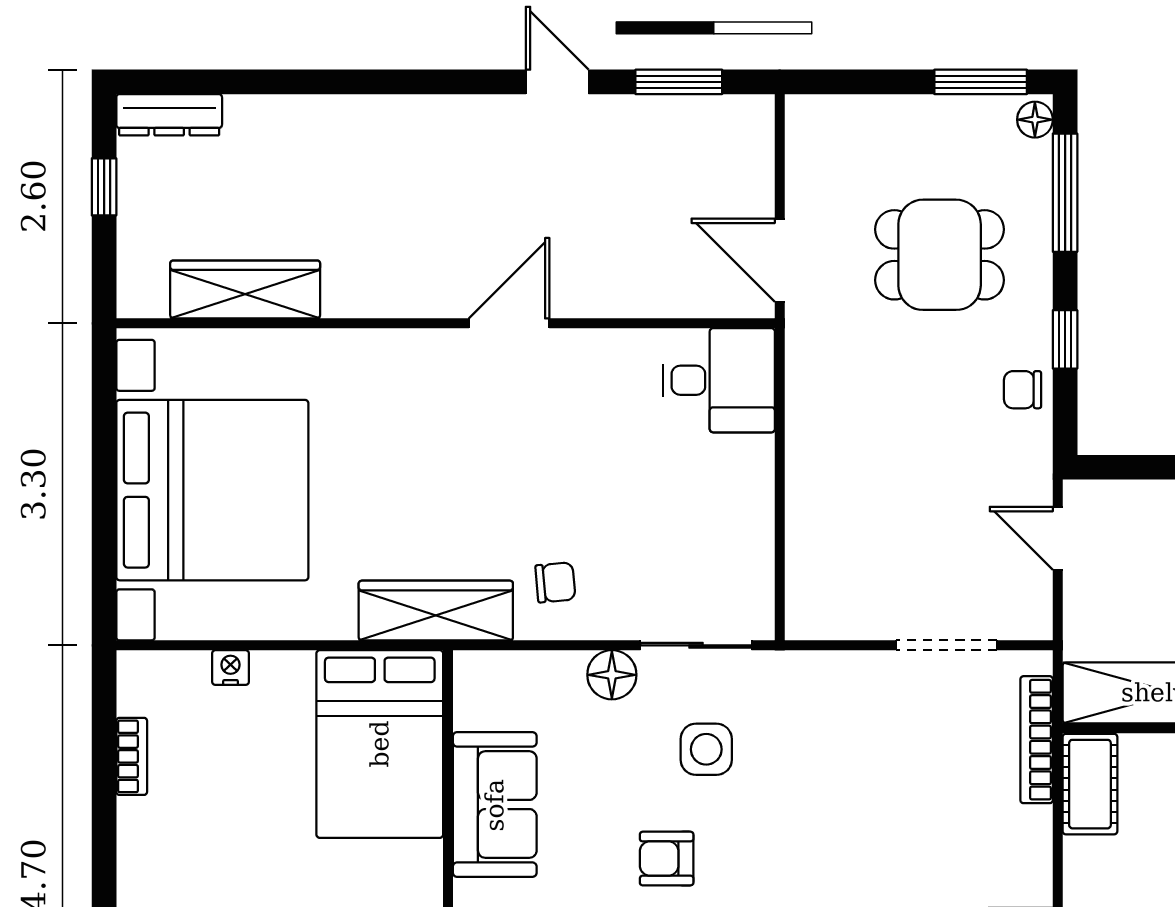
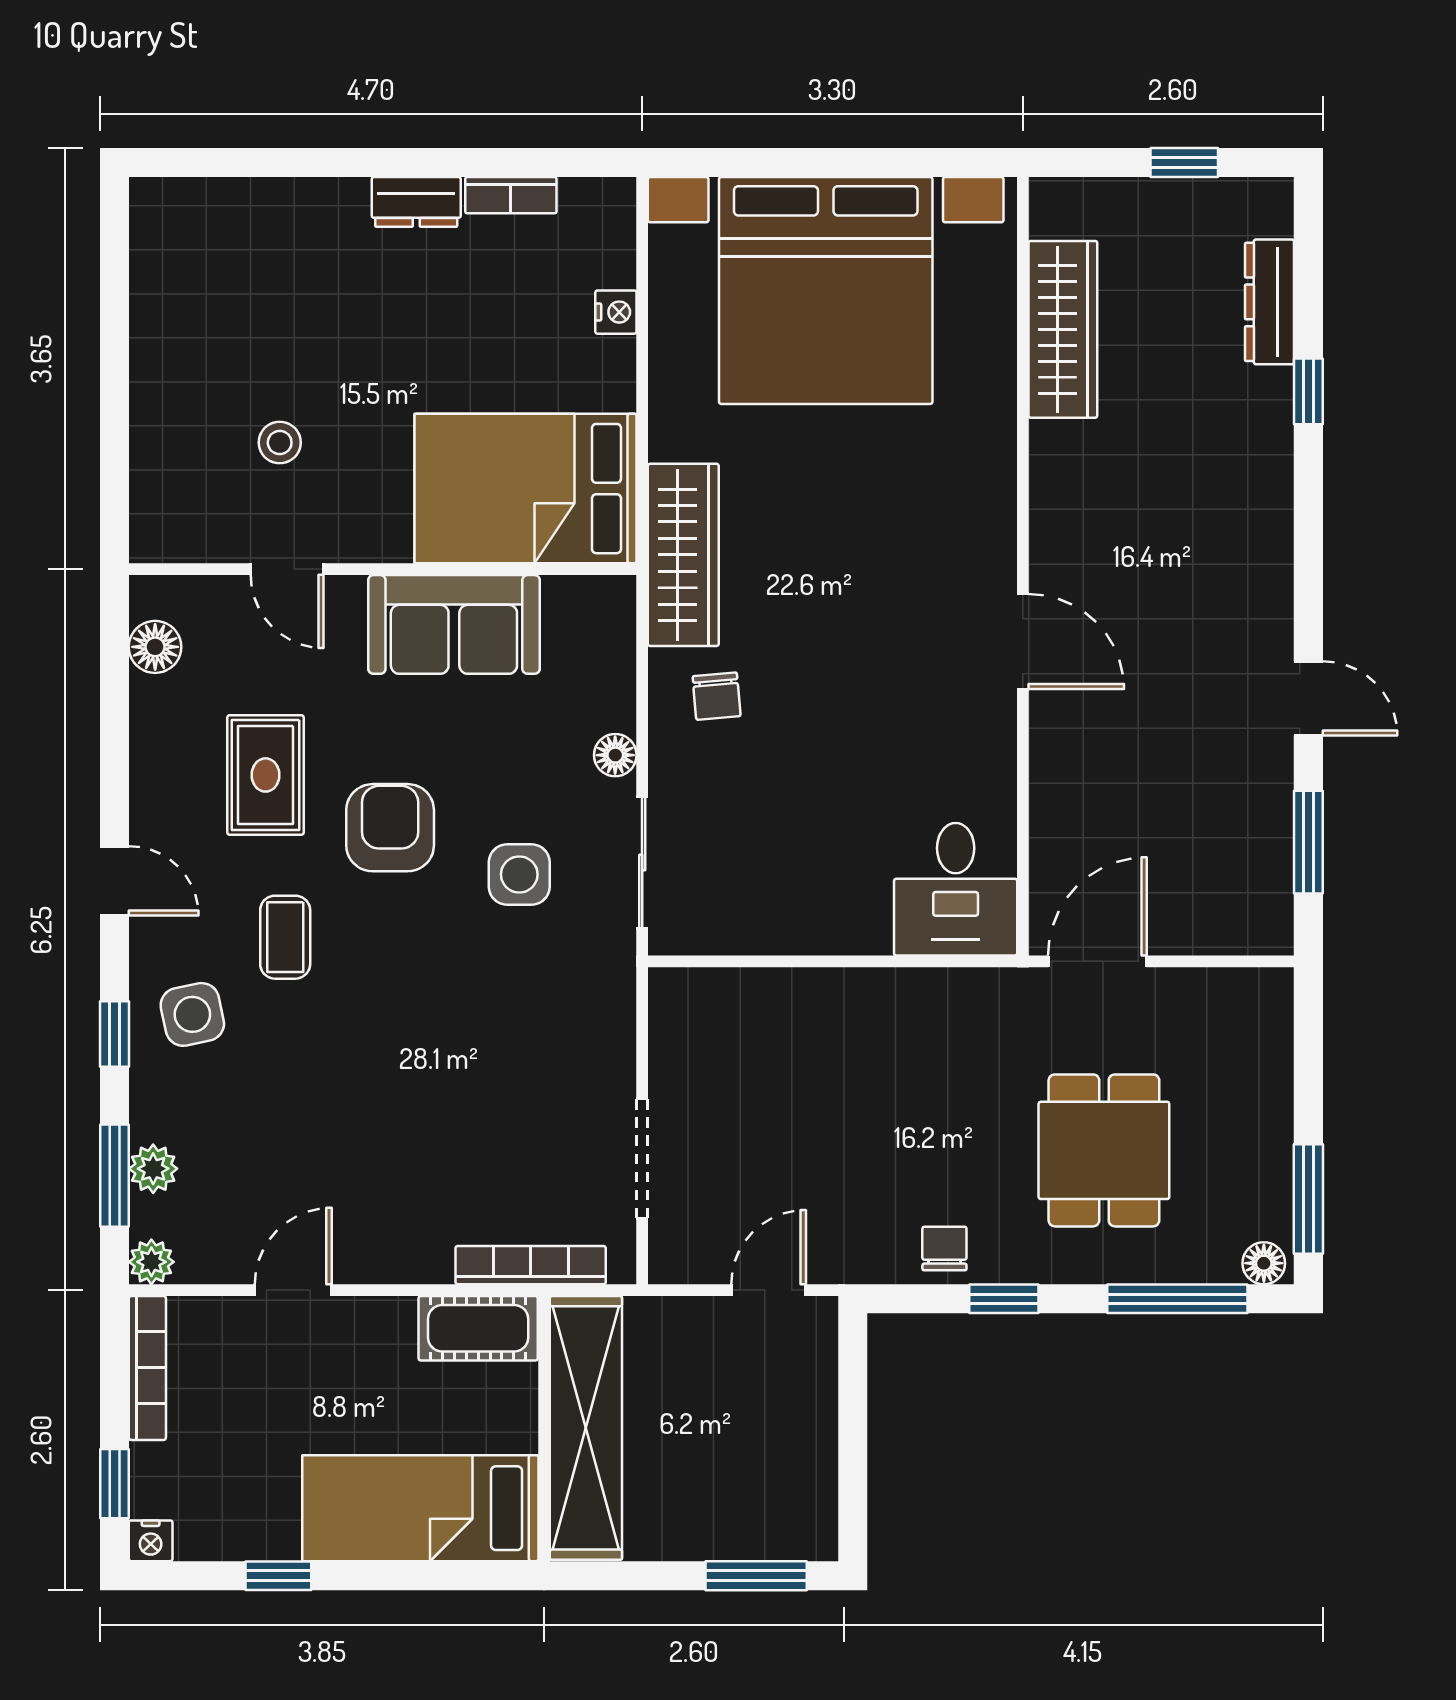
window: (298, 82) -> (1308, 391), added
door: (557, 82) -> (1308, 698), hinge flipped
dresser: (169, 115) -> (1270, 302), moved
floor lamp: (612, 675) -> (615, 755), width x0.73, depth x0.73
dresser: (137, 836) -> (416, 202), added
armchair: (667, 859) -> (390, 828), width x1.38, depth x1.38

